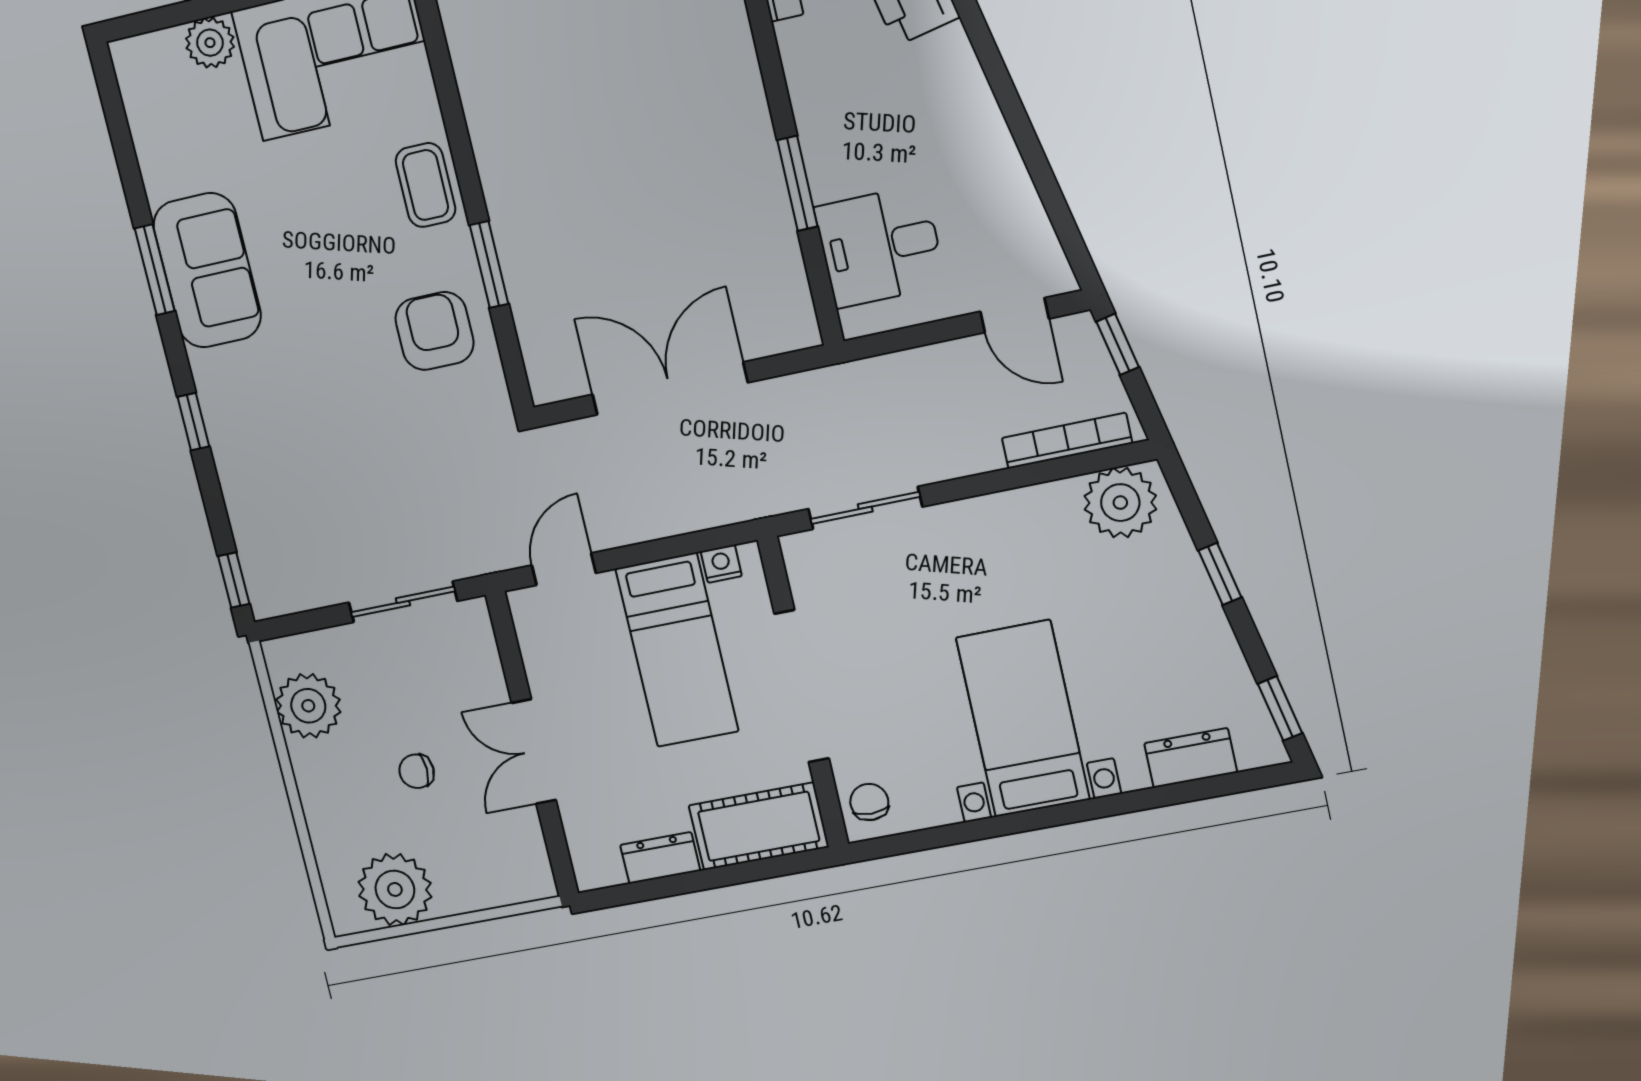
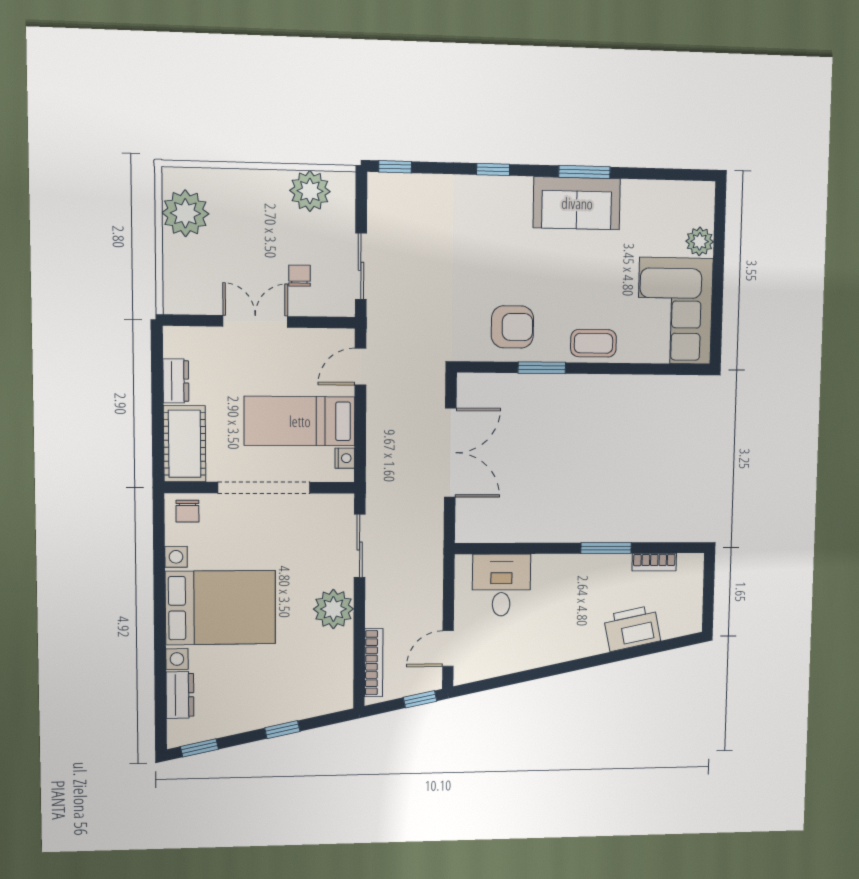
window: (797, 183) -> (606, 548), moved
plant: (1120, 503) -> (333, 609), moved
door: (564, 569) -> (360, 367), swing flipped
bed with nightstands: (1023, 719) -> (221, 608), width x1.36
chair: (417, 771) -> (300, 276), moved
chair: (869, 802) -> (187, 511), turned 90

